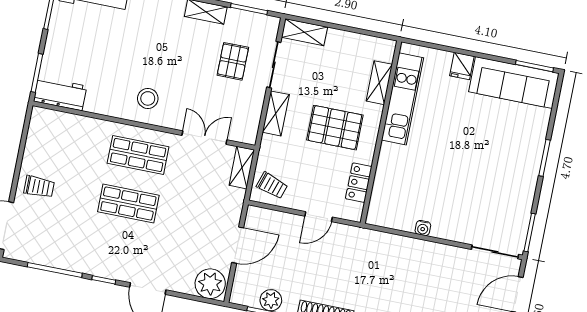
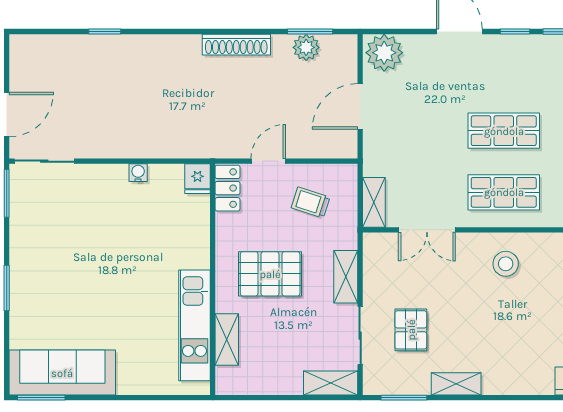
fridge: (462, 66) -> (197, 179), moved, turned 180
locker: (359, 183) -> (227, 188), moved
trolley: (272, 185) -> (311, 202), moved

